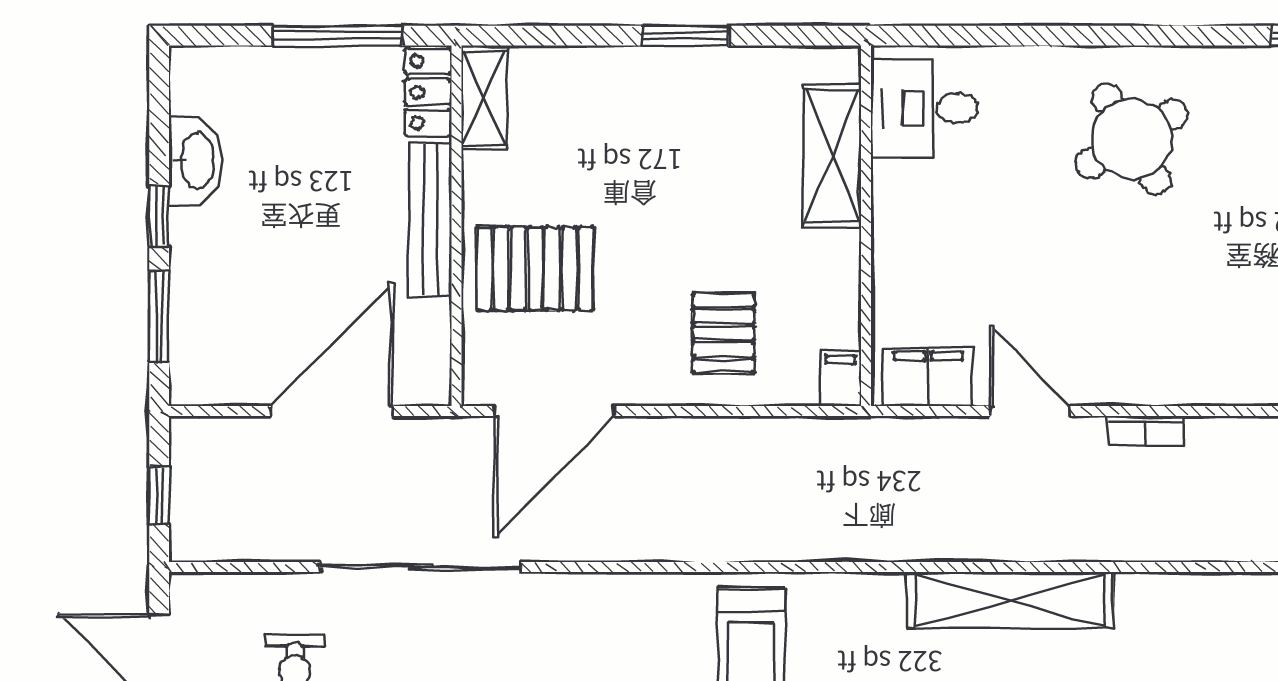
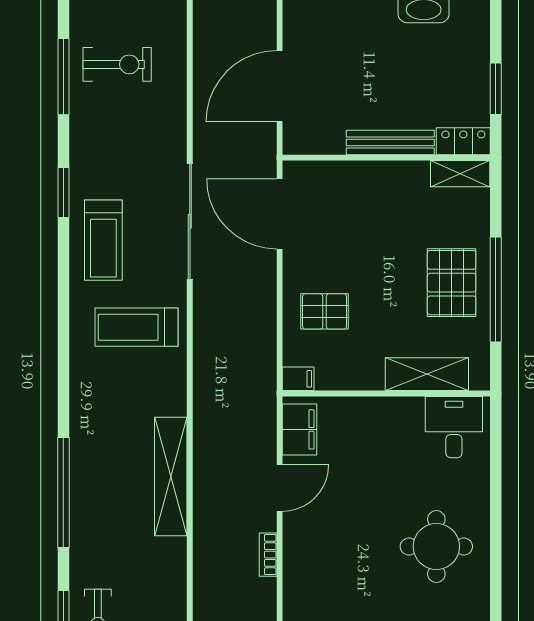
window: (337, 36) -> (496, 89), width x0.69
window: (685, 36) -> (496, 289), width x2.11
round table: (1132, 139) -> (436, 547), turned 31
pallet: (535, 269) -> (452, 283), moved
door: (332, 411) -> (280, 86), swing flipped
sliding door: (420, 567) -> (190, 221), moved

